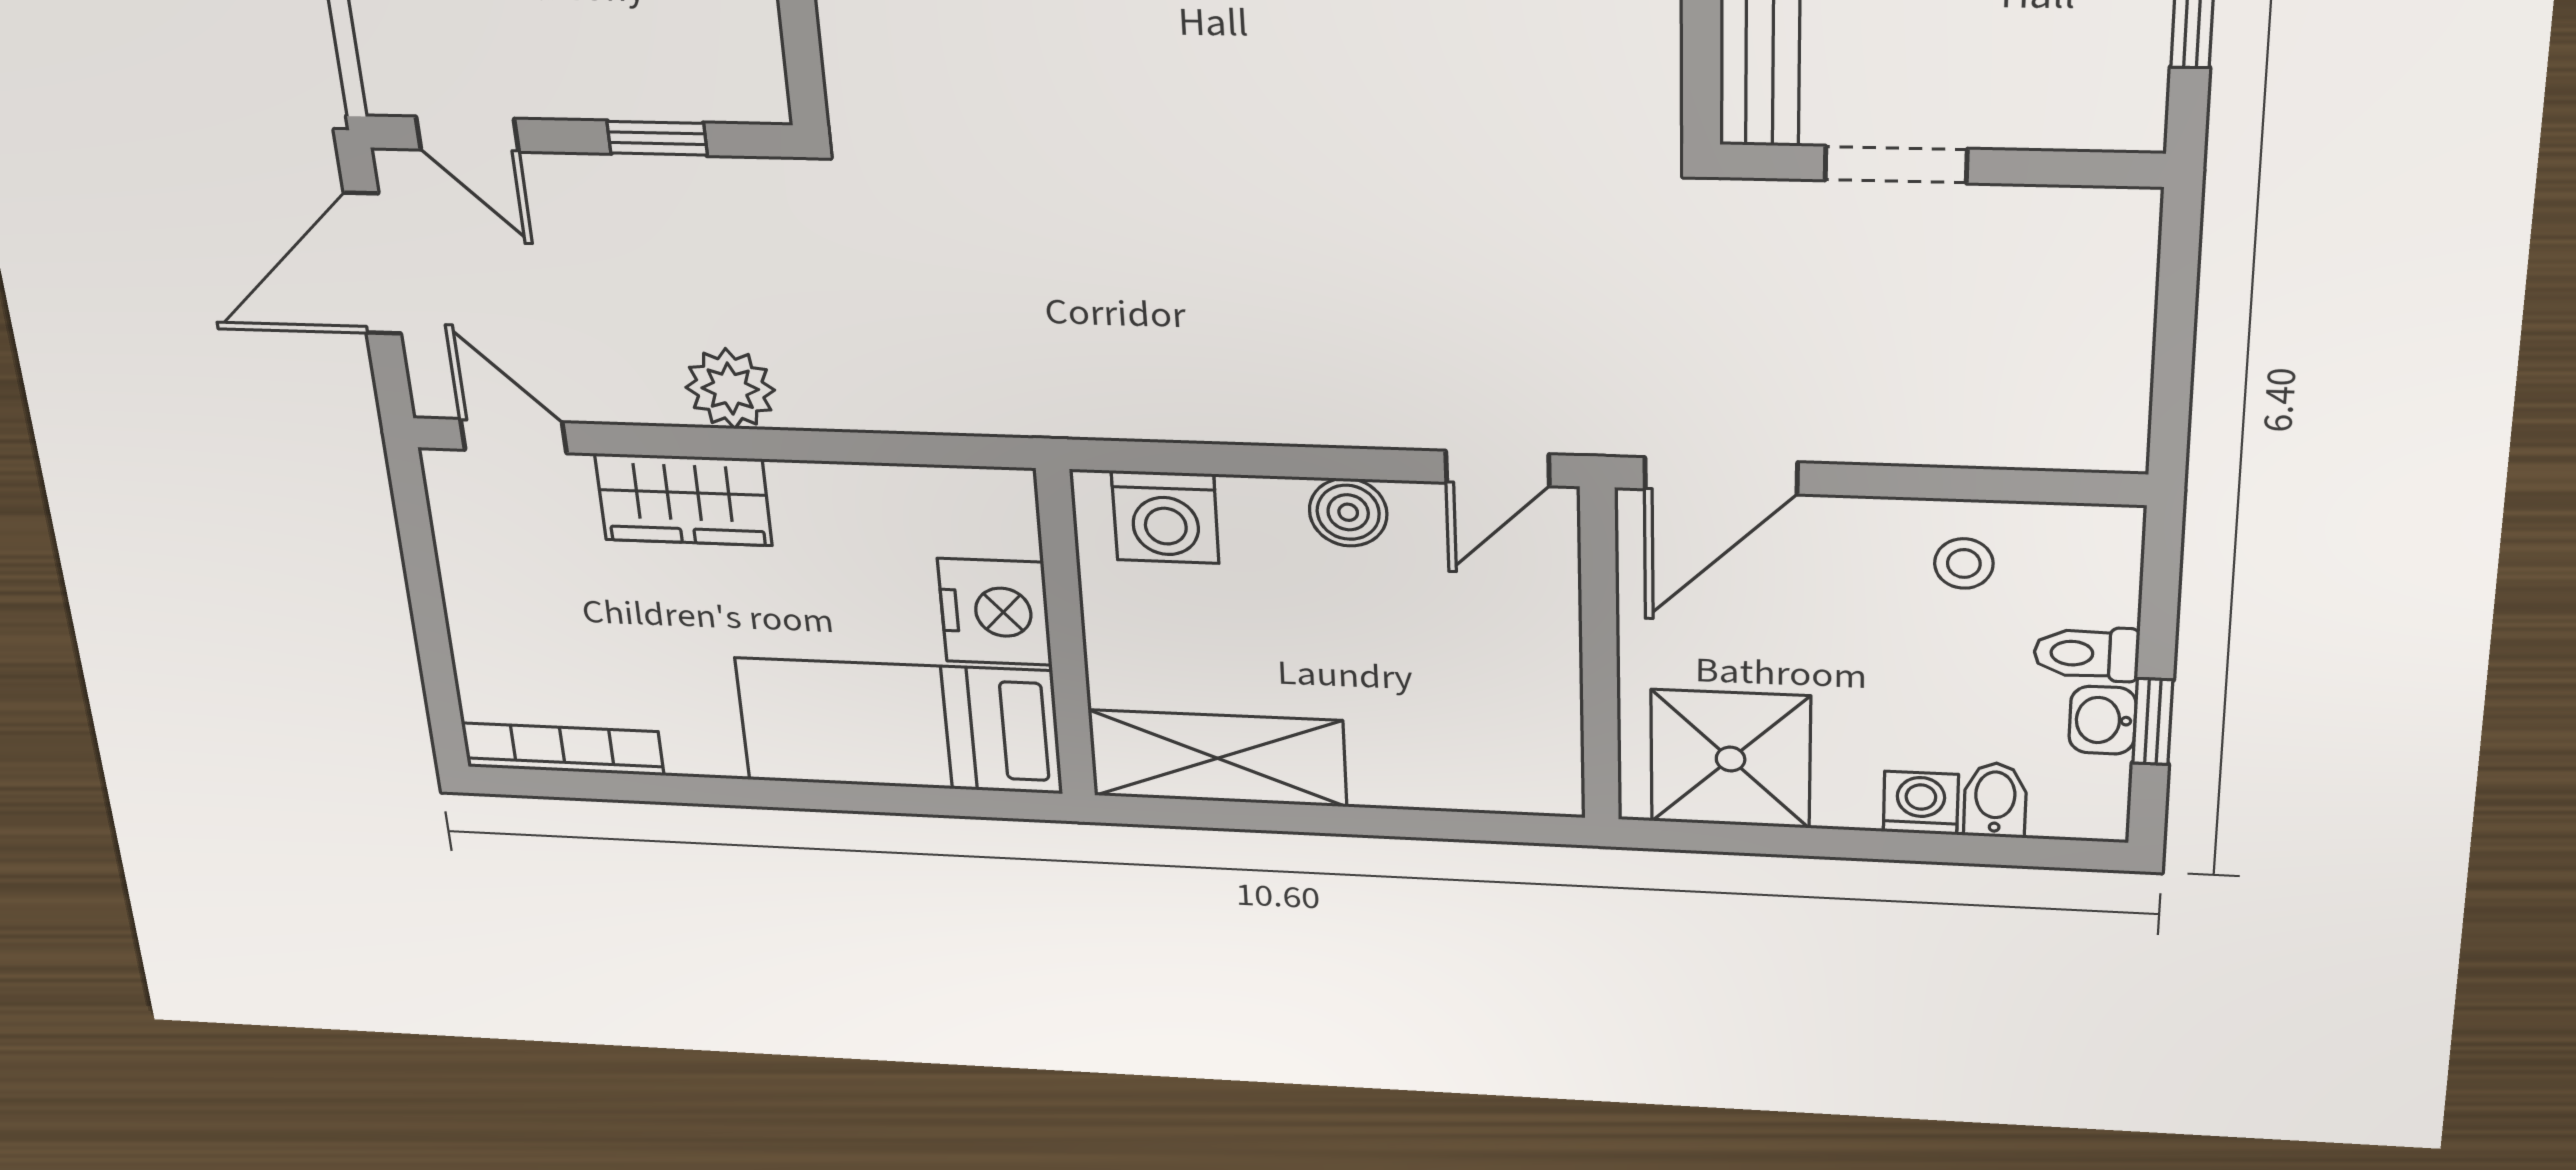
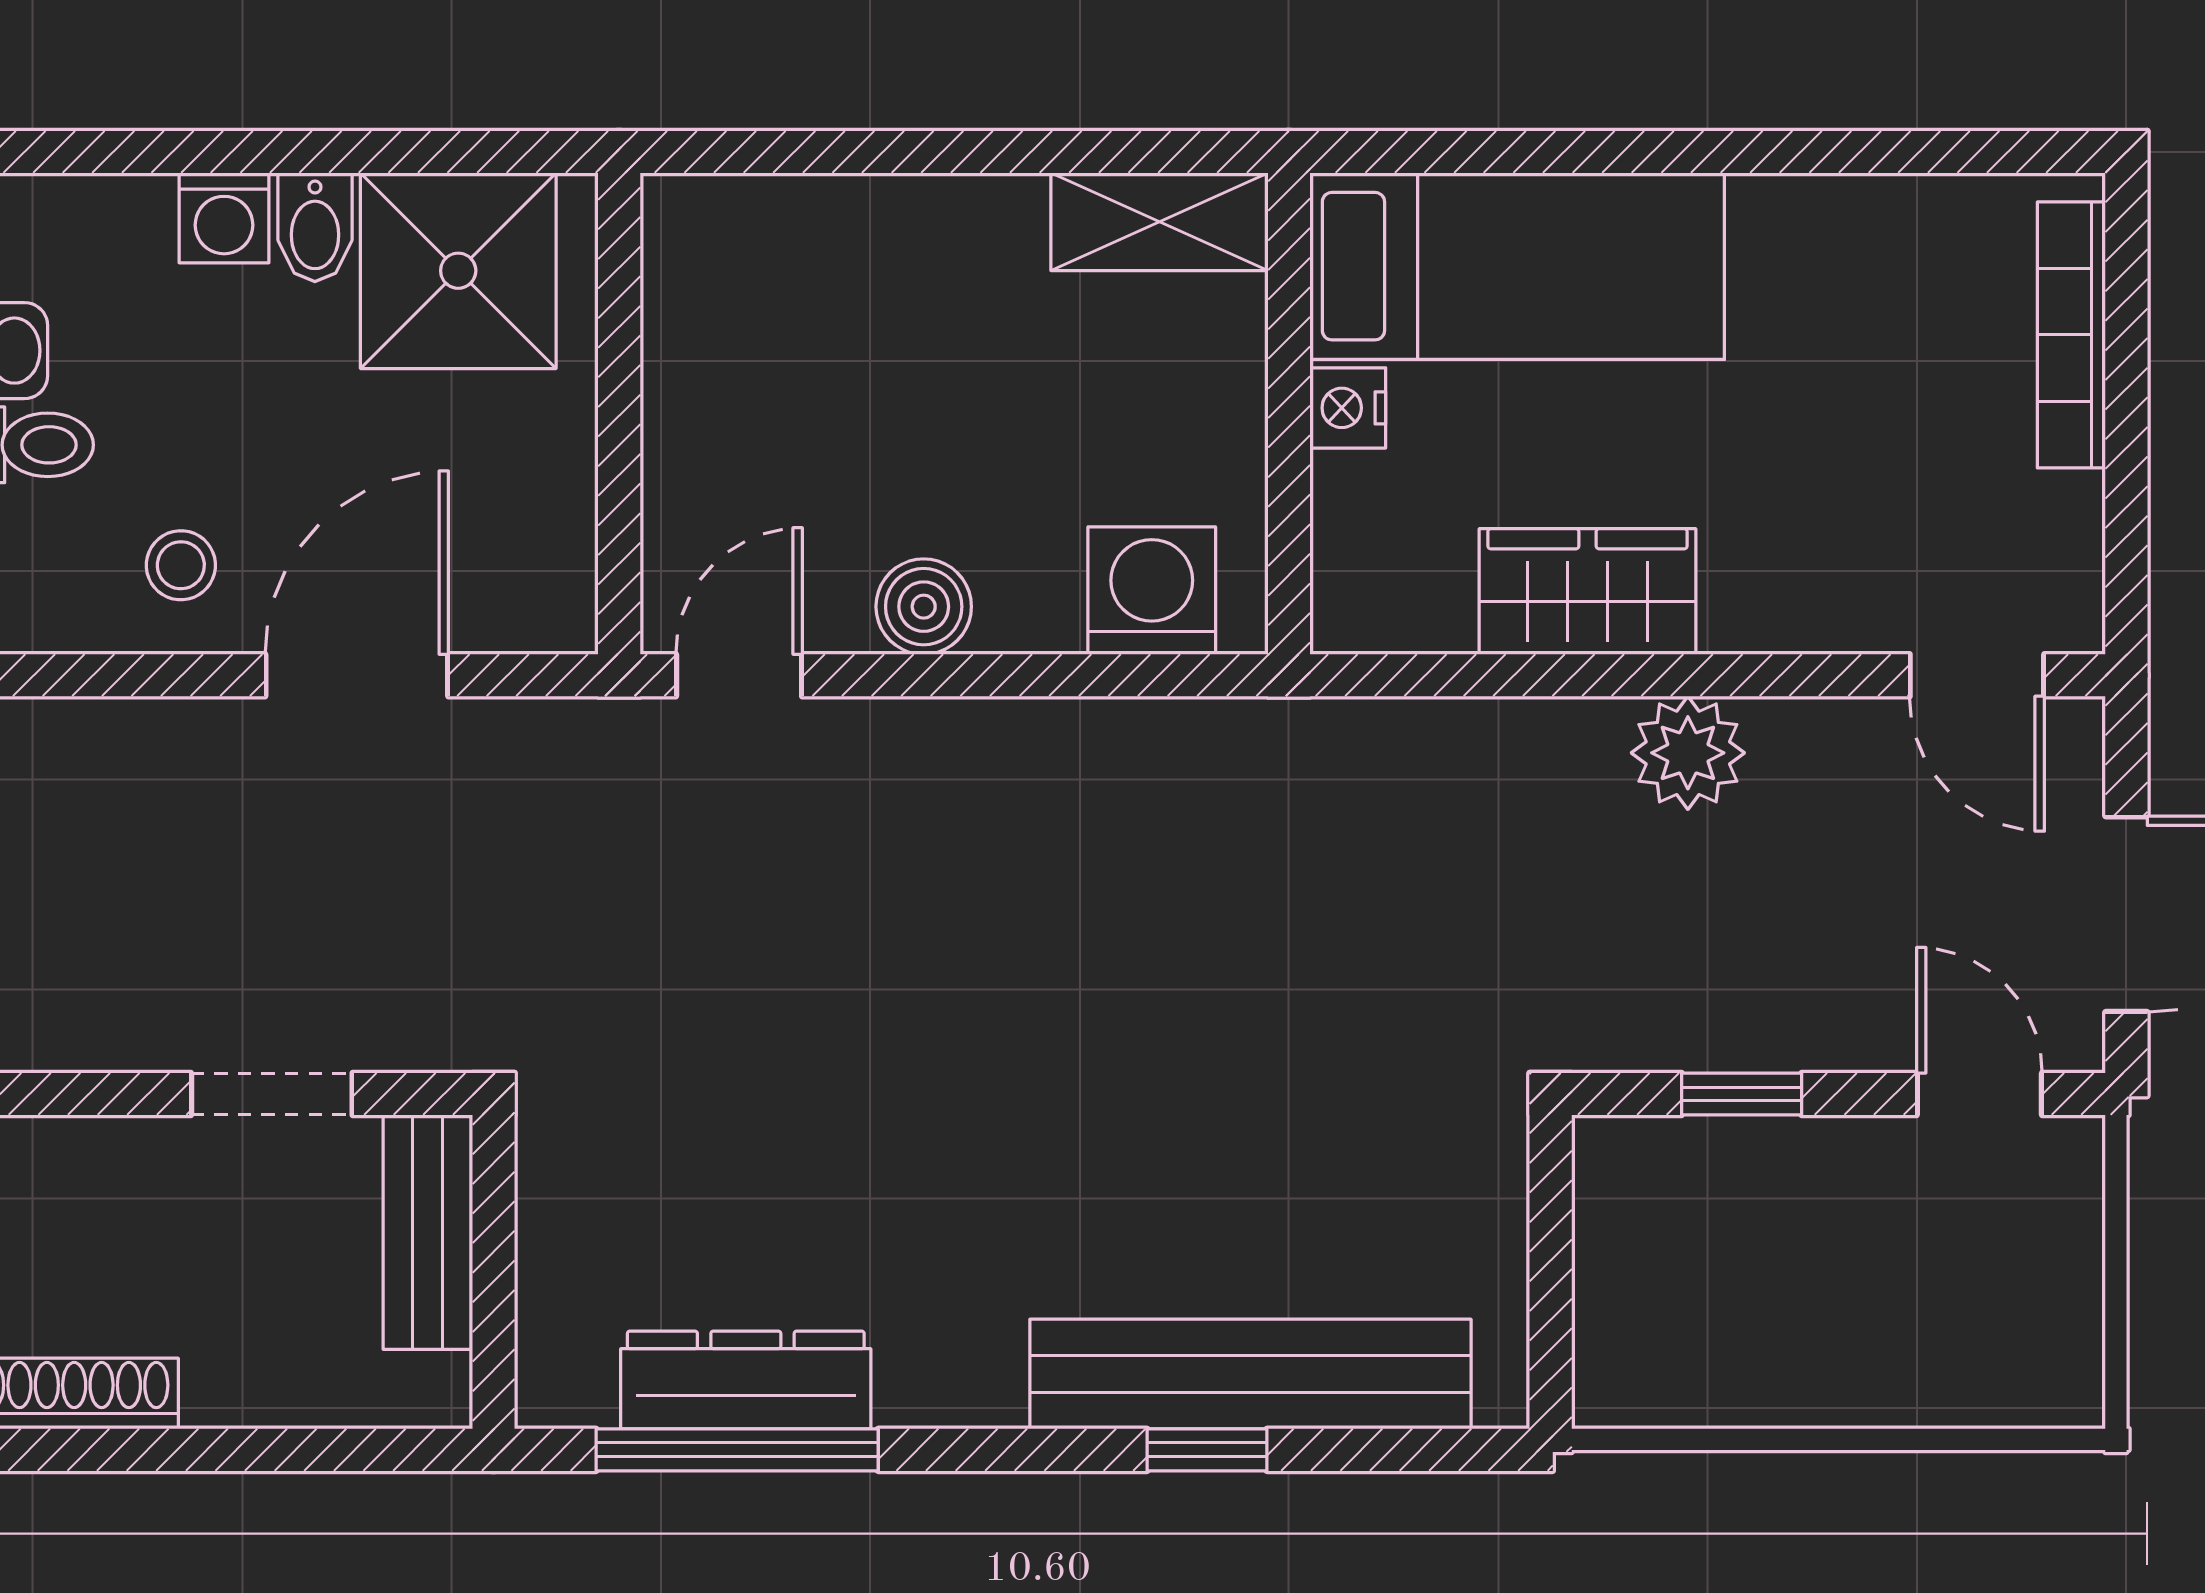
door: (1721, 476) -> (357, 675), moved
wardrobe: (683, 499) -> (1588, 592), moved
nightstand: (995, 612) -> (1348, 408), width x0.53, depth x0.56
bookcase: (563, 749) -> (2071, 335), moved, turned 90
shelving: (1218, 758) -> (1159, 222), width x0.67, depth x0.75
bidet: (1995, 800) -> (315, 227), moved

